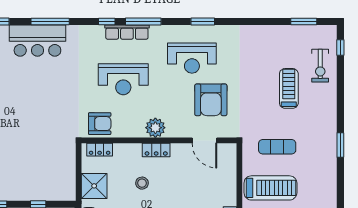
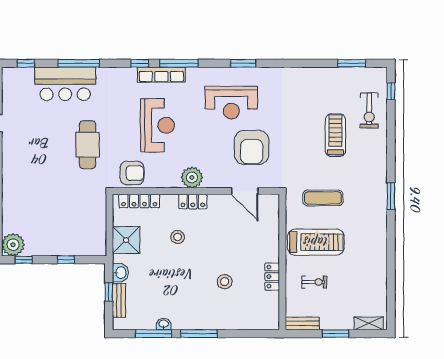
reception desk: (123, 79) -> (157, 125), turned -90
cafe table: (58, 97) -> (88, 145), added
locker: (100, 150) -> (139, 201), width x1.53

